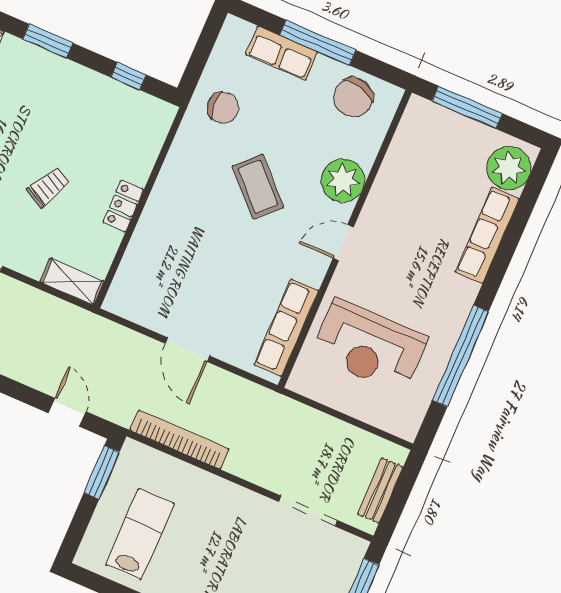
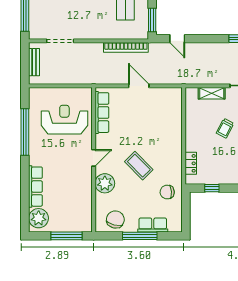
locker: (123, 206) -> (191, 163), moved
shelving: (72, 282) -> (212, 93), moved

